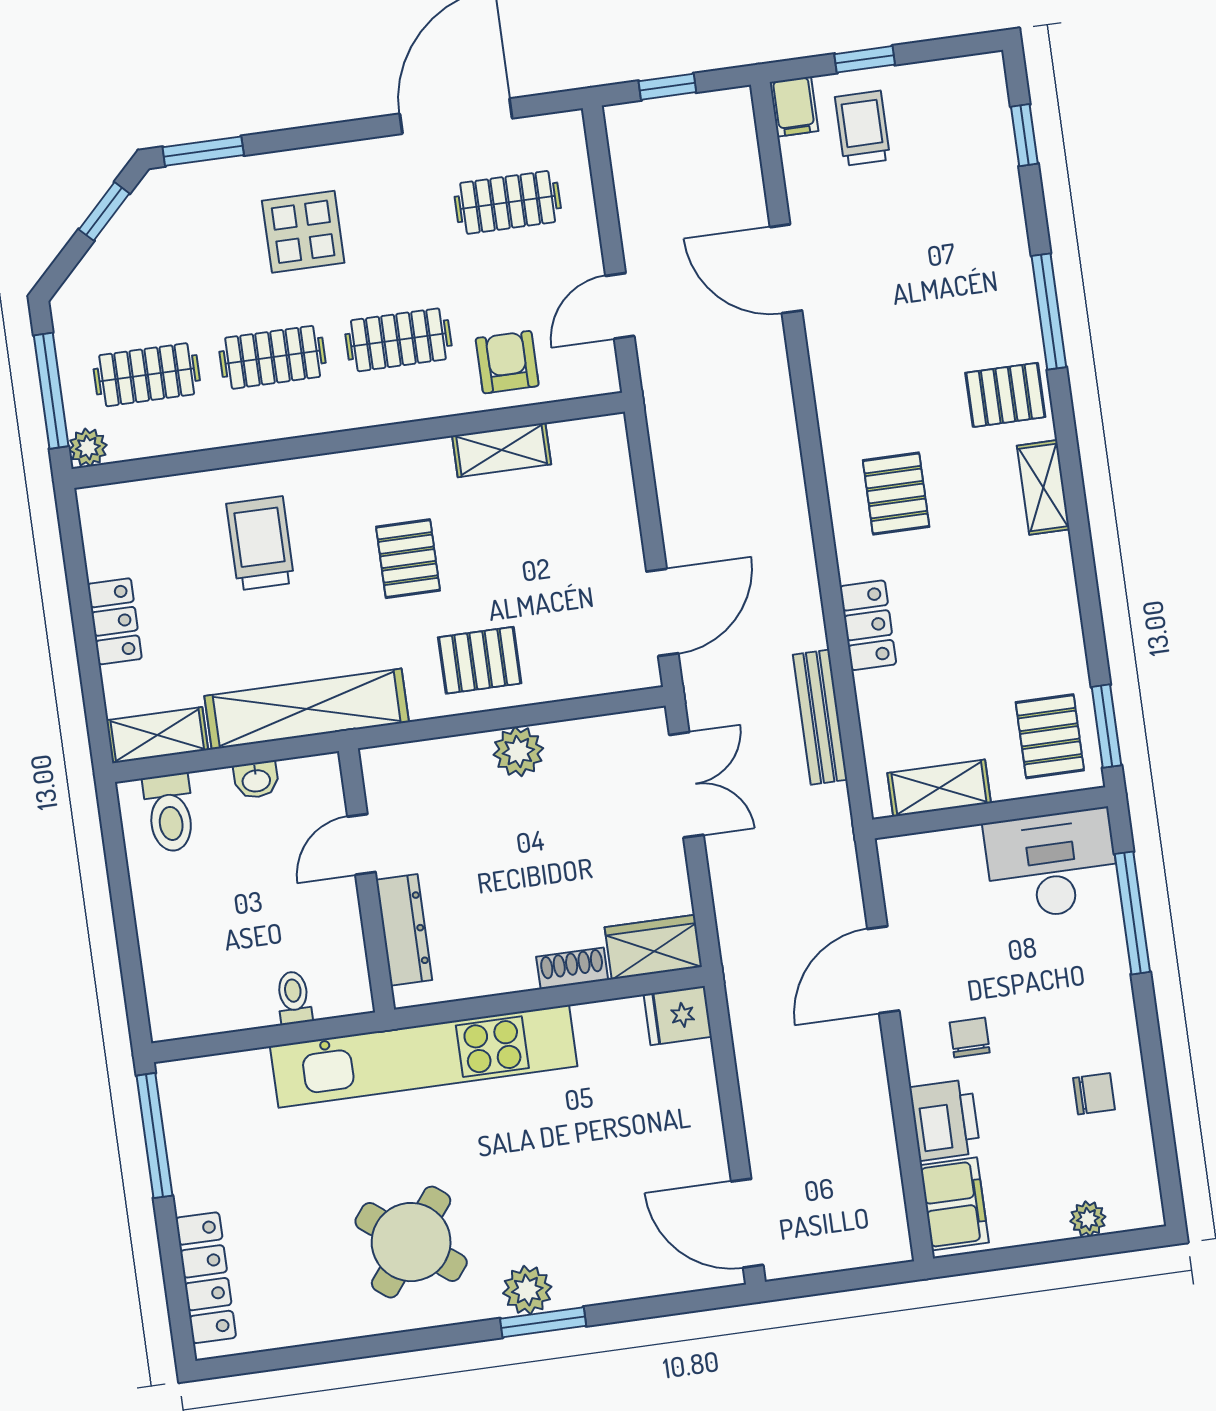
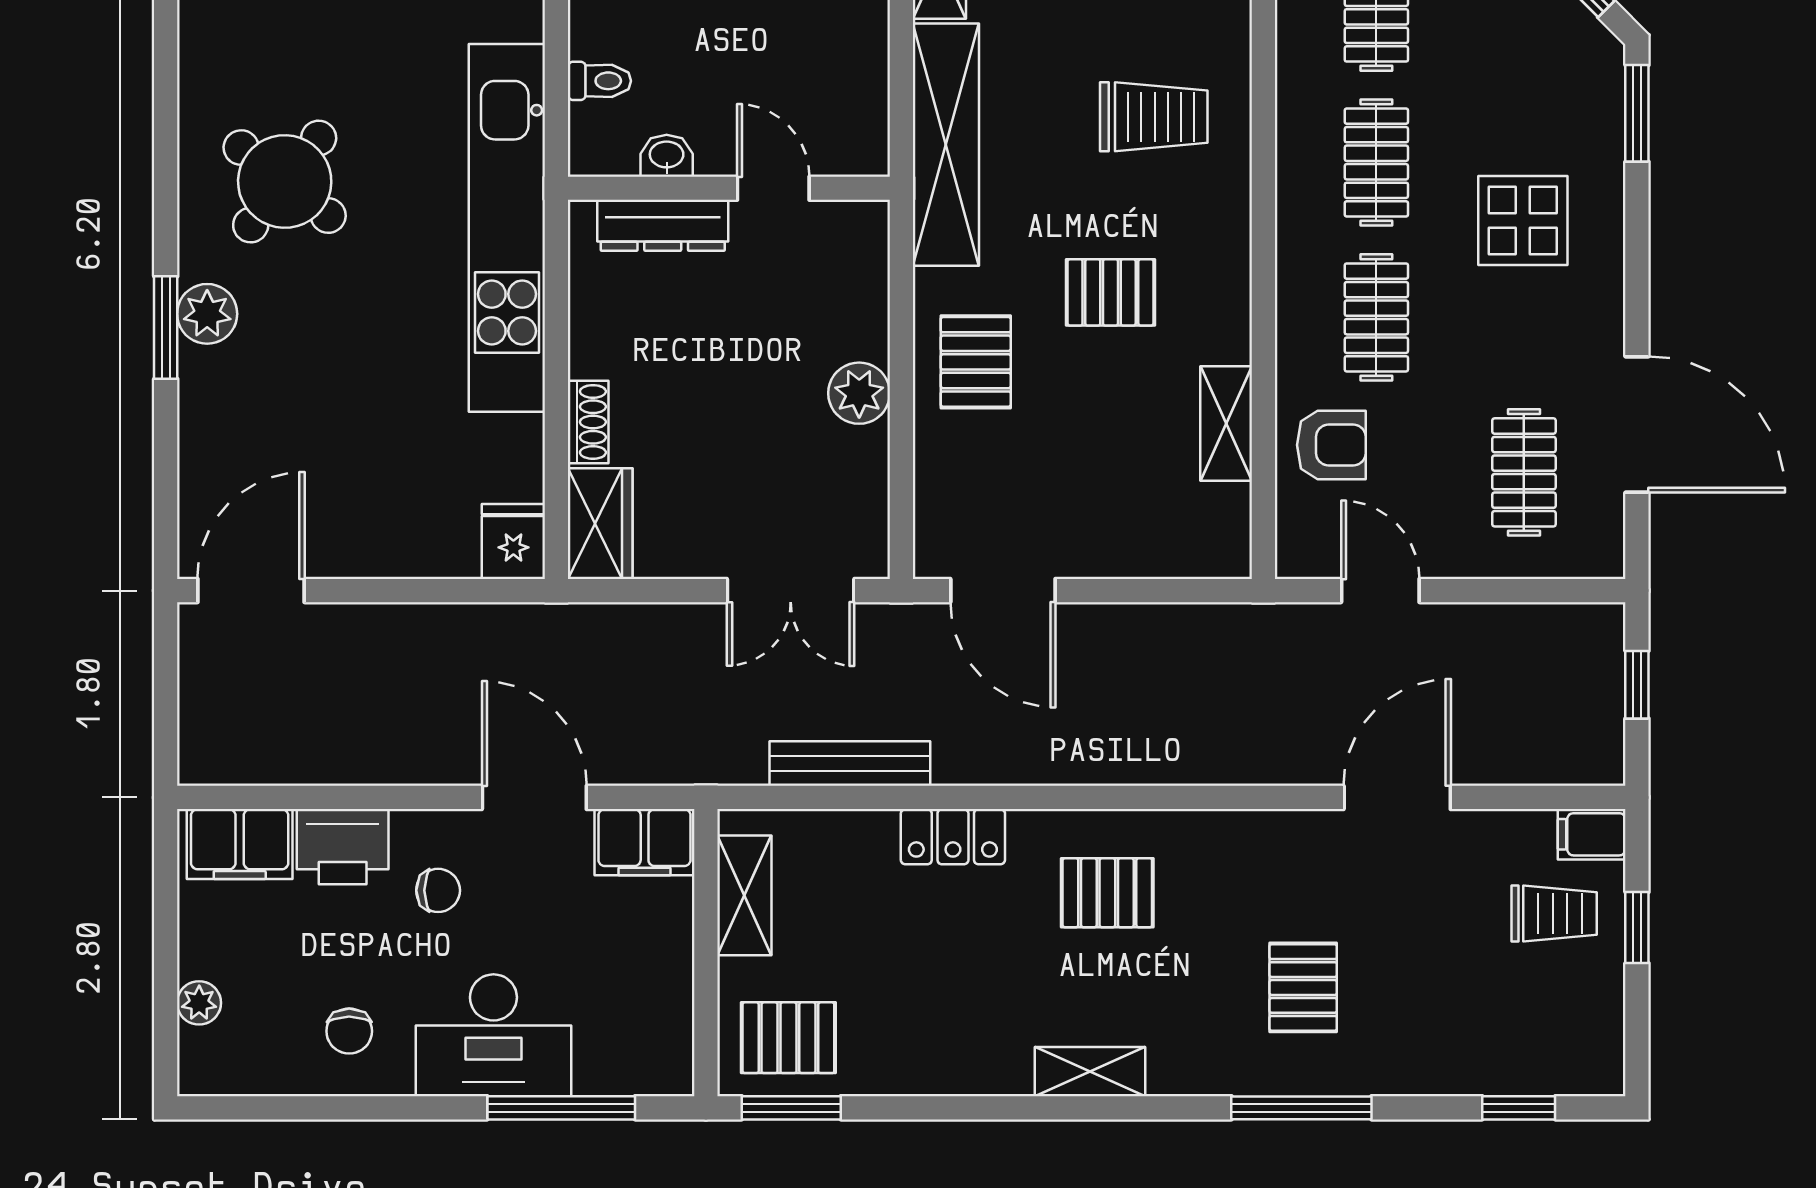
pallet: (1005, 395) -> (1303, 987), moved
washbasin: (256, 780) -> (667, 156), moved, turned 90
desk: (1052, 864) -> (493, 1035), moved, turned 90
filing cabinet: (907, 875) -> (645, 842), added

